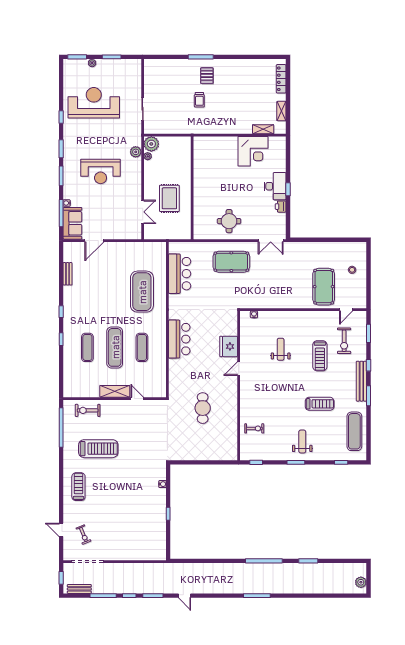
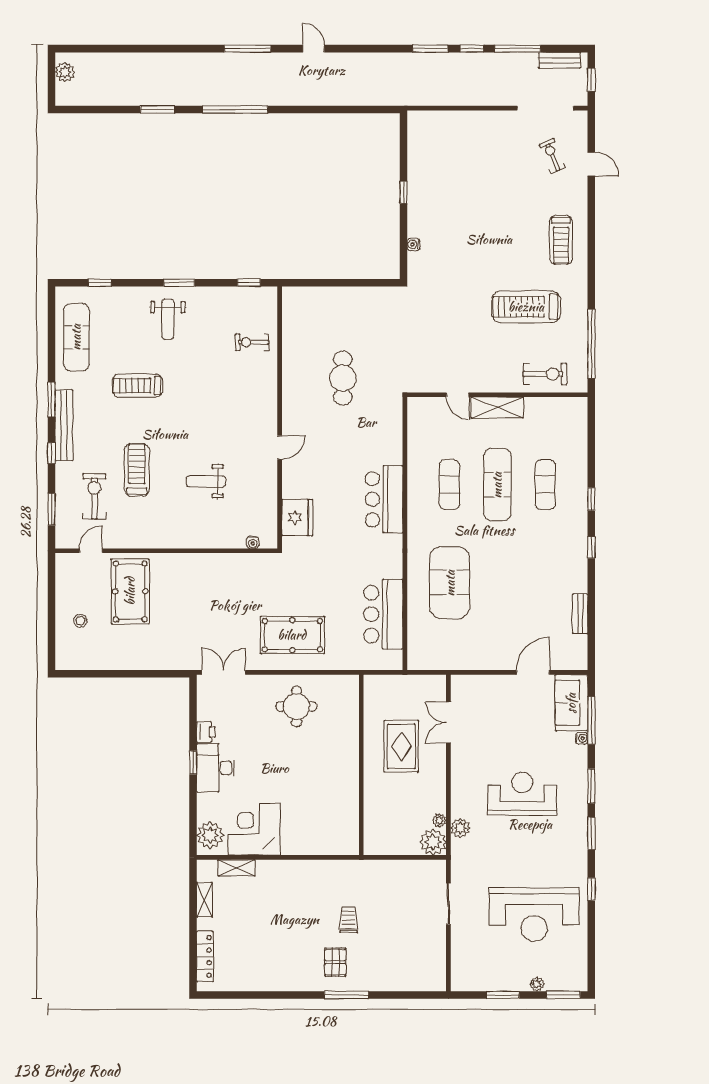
plant: (278, 148) -> (210, 835), added
fridge: (229, 346) -> (297, 518), moved
weight bench: (281, 349) -> (206, 481), turned 90
door: (185, 596) -> (314, 49), moved

